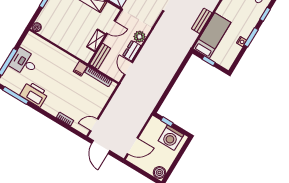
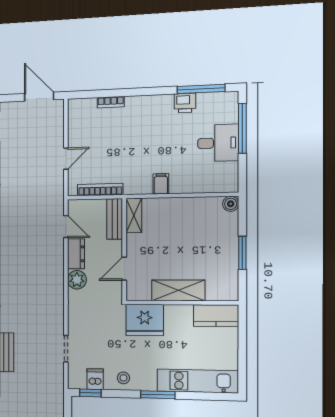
shelving: (96, 40) -> (134, 215), moved
filing cabinet: (80, 69) -> (161, 184), moved
printer: (34, 94) -> (185, 103), width x0.53, depth x0.68
door: (94, 125) -> (66, 159), moved

